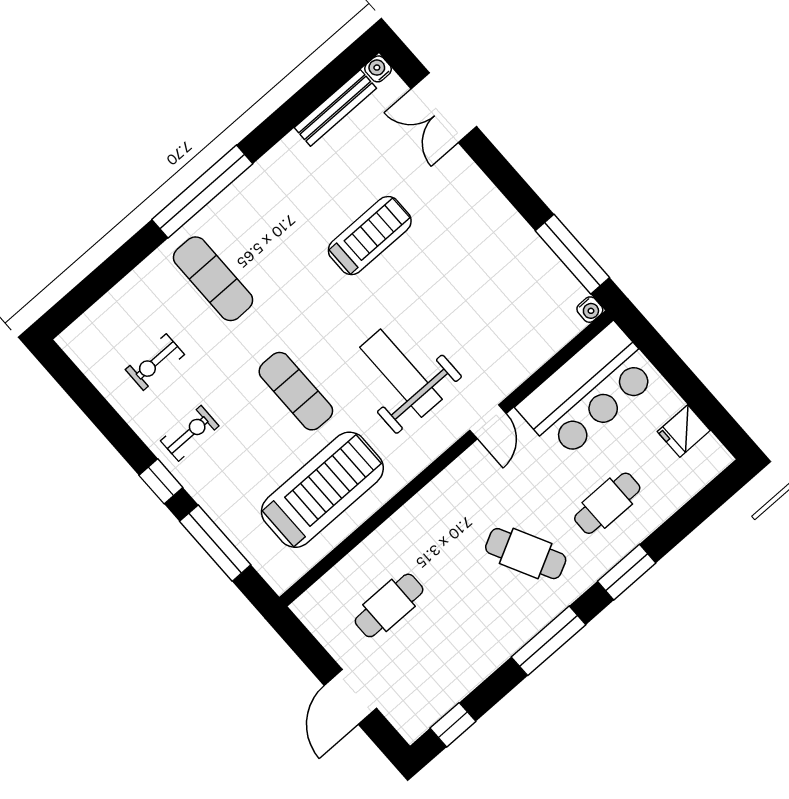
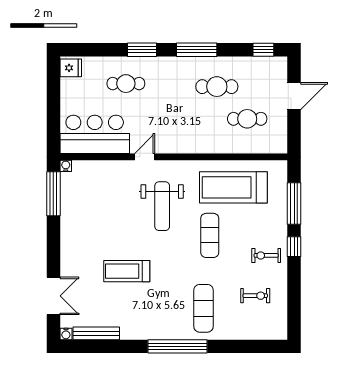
fridge: (684, 431) -> (71, 68), moved
cafe table: (526, 554) -> (217, 87), moved, turned -63

